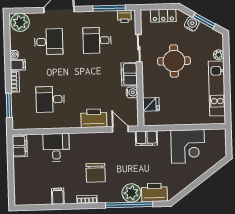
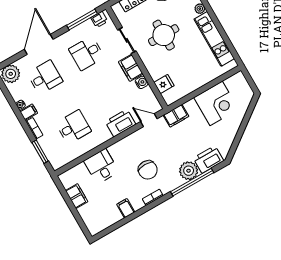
desk: (50, 99) -> (73, 127), turned 180
filing cabinet: (20, 146) -> (77, 196), moved

